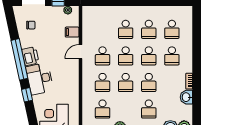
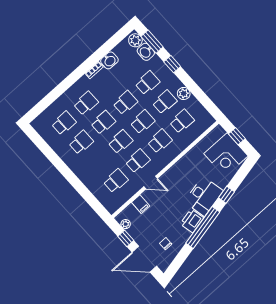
school desk: (126, 29) -> (116, 181), moved
school desk: (126, 109) -> (165, 102), added

